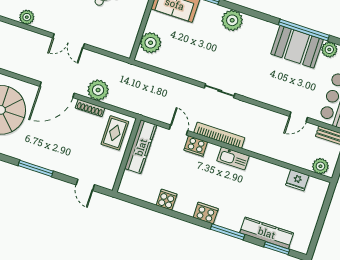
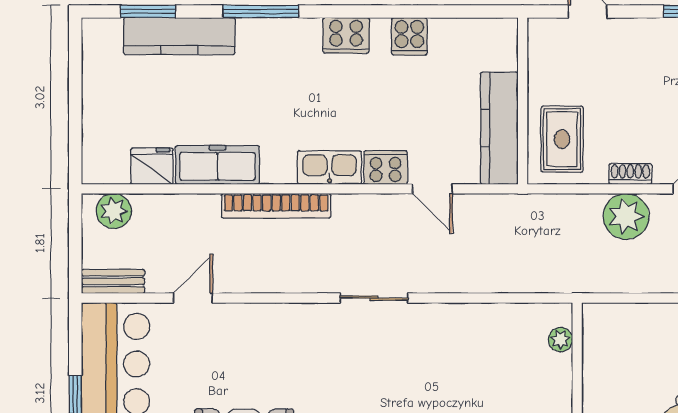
plant: (151, 43) -> (560, 340), width x0.53, depth x0.53
shoe rack: (90, 108) -> (630, 174), width x0.70
bookcase: (219, 135) -> (276, 206), moved
kitchen sink: (233, 158) -> (329, 167), moved
freezer: (269, 171) -> (217, 165), added
cooker: (206, 213) -> (346, 35), moved

